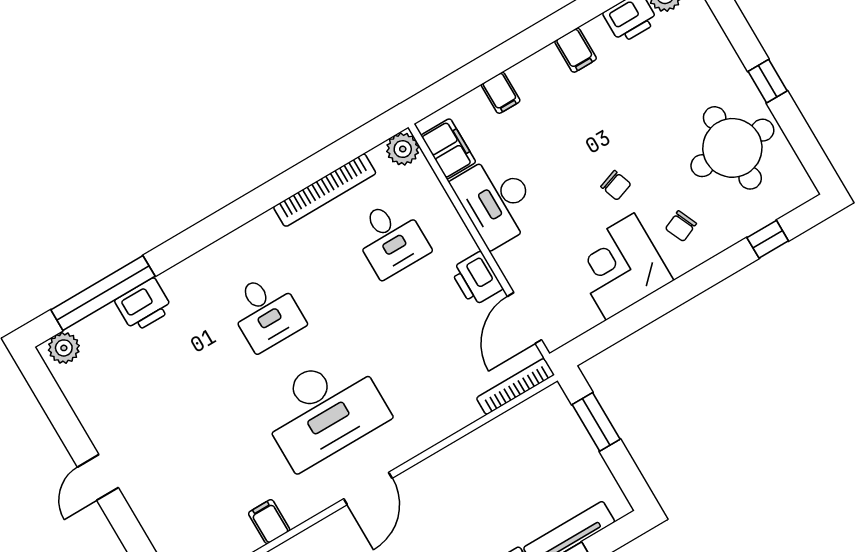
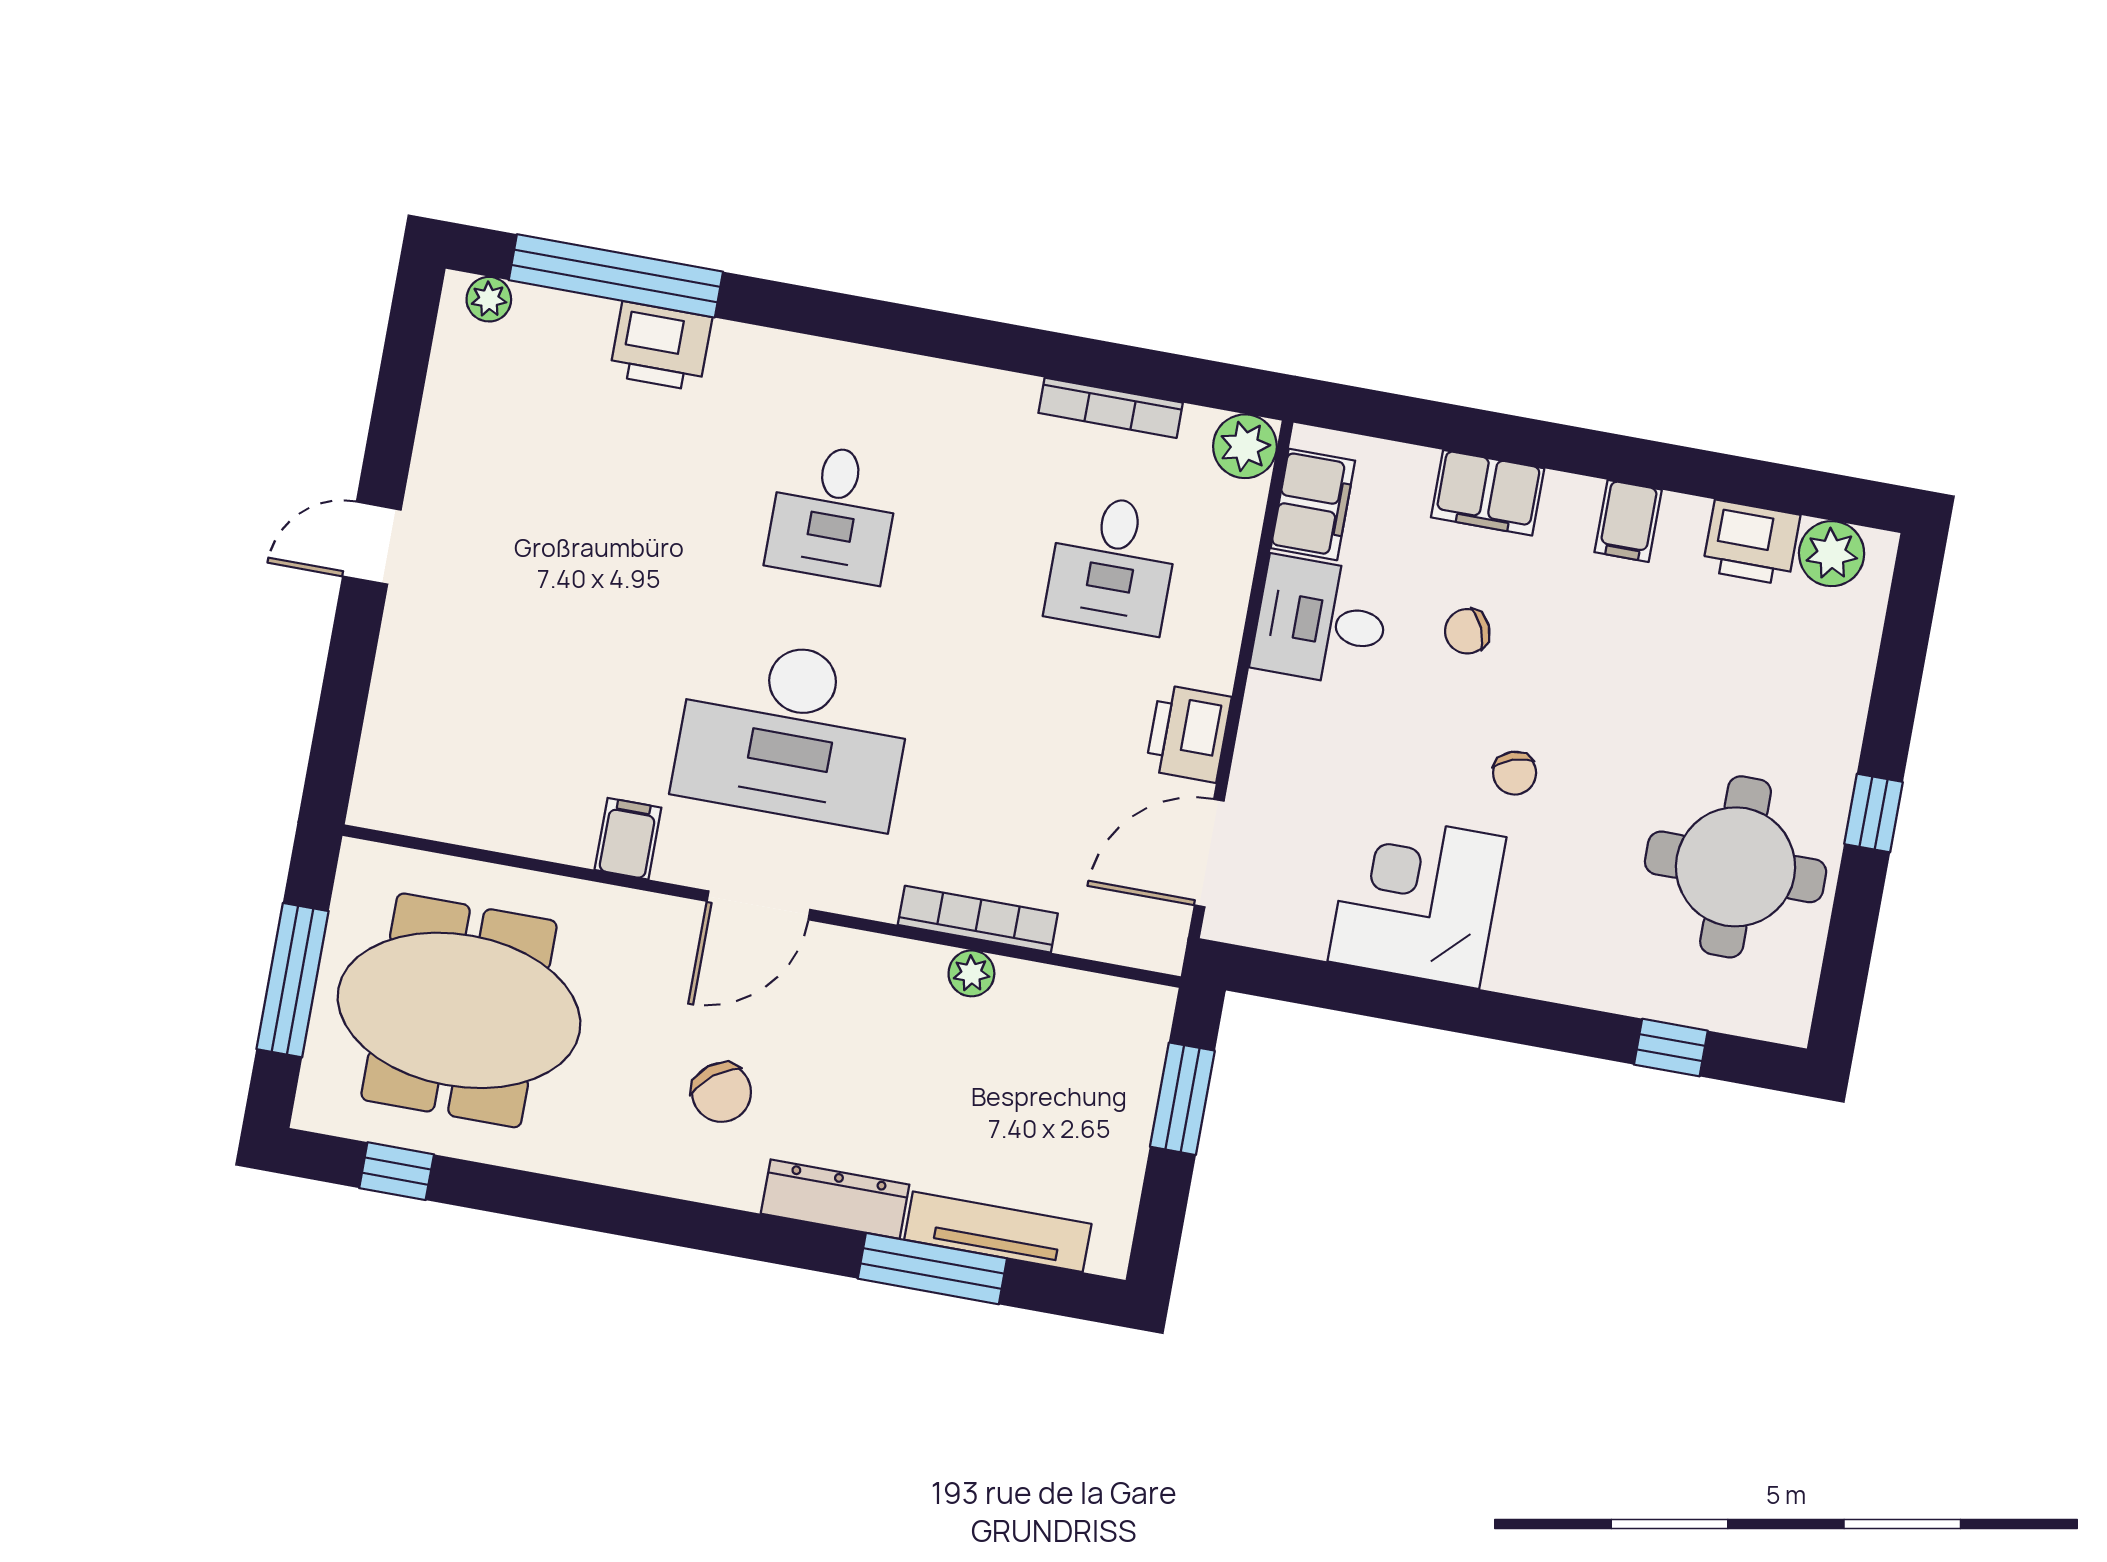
filing cabinet: (501, 93) -> (1488, 493), width x2.00
bookcase: (325, 190) -> (1111, 408), width x0.68, depth x0.76
desk: (496, 201) -> (1321, 621), width x0.73
chair: (681, 226) -> (1467, 631), moved
plant: (64, 348) -> (489, 299), width x0.73, depth x0.73
bookcase: (515, 386) -> (978, 919), moved
plant: (473, 444) -> (971, 973), added
filing cabinet: (269, 522) -> (628, 839), moved

